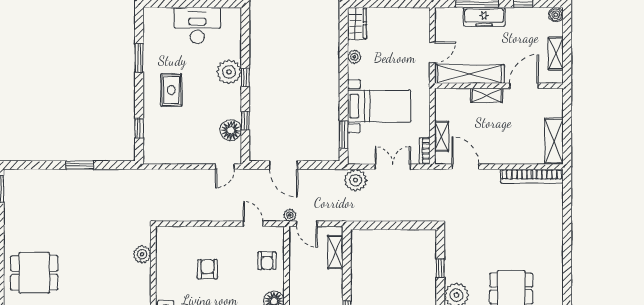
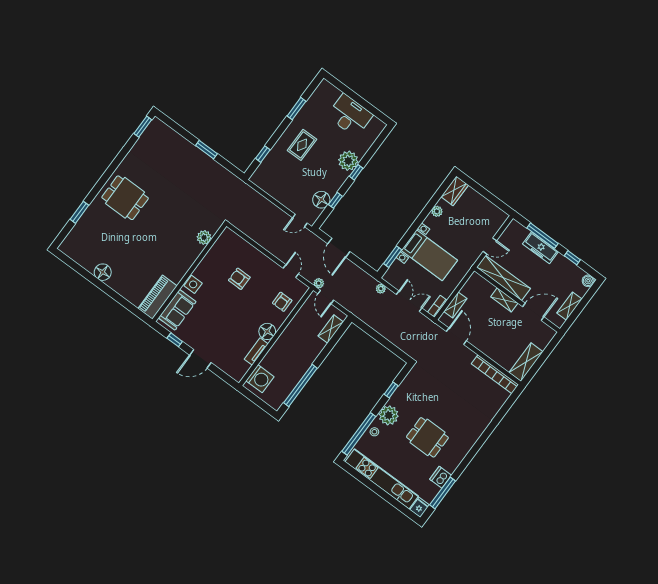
plant: (355, 180) -> (381, 289), width x0.53, depth x0.53
armchair: (207, 269) -> (239, 279), turned -90

